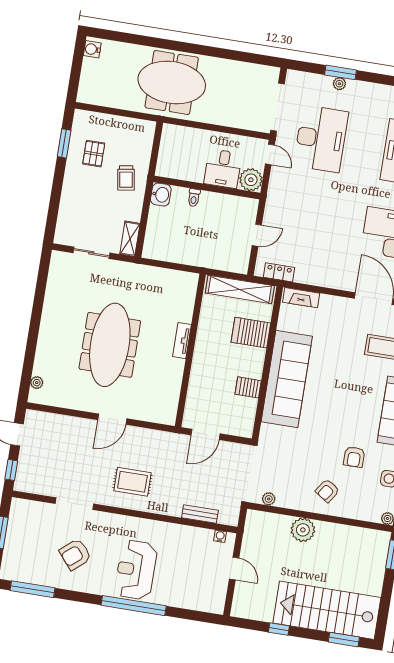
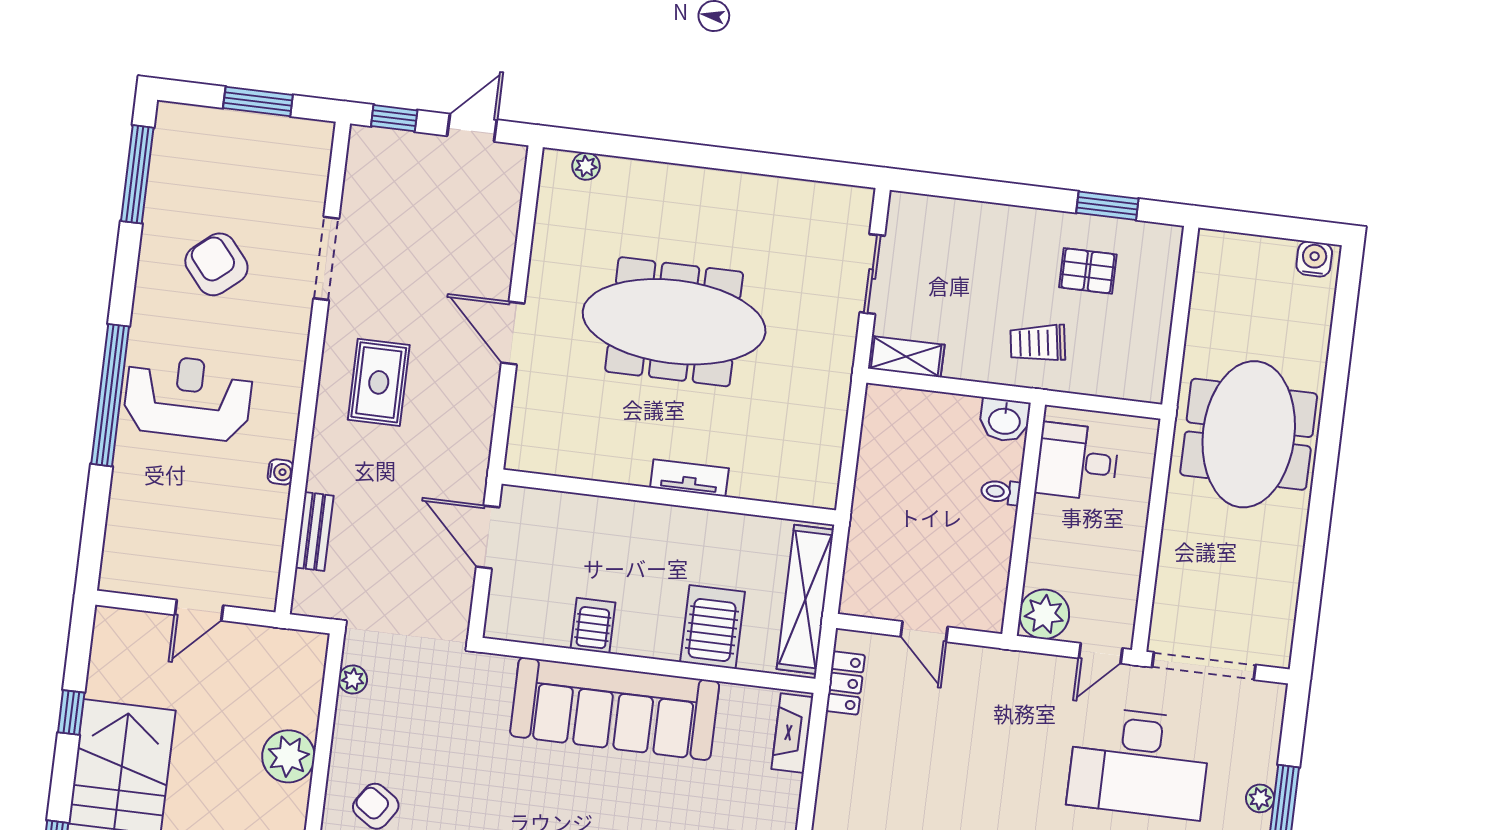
desk: (223, 169) -> (1077, 462), moved
water cooler: (220, 536) -> (281, 472), moved

